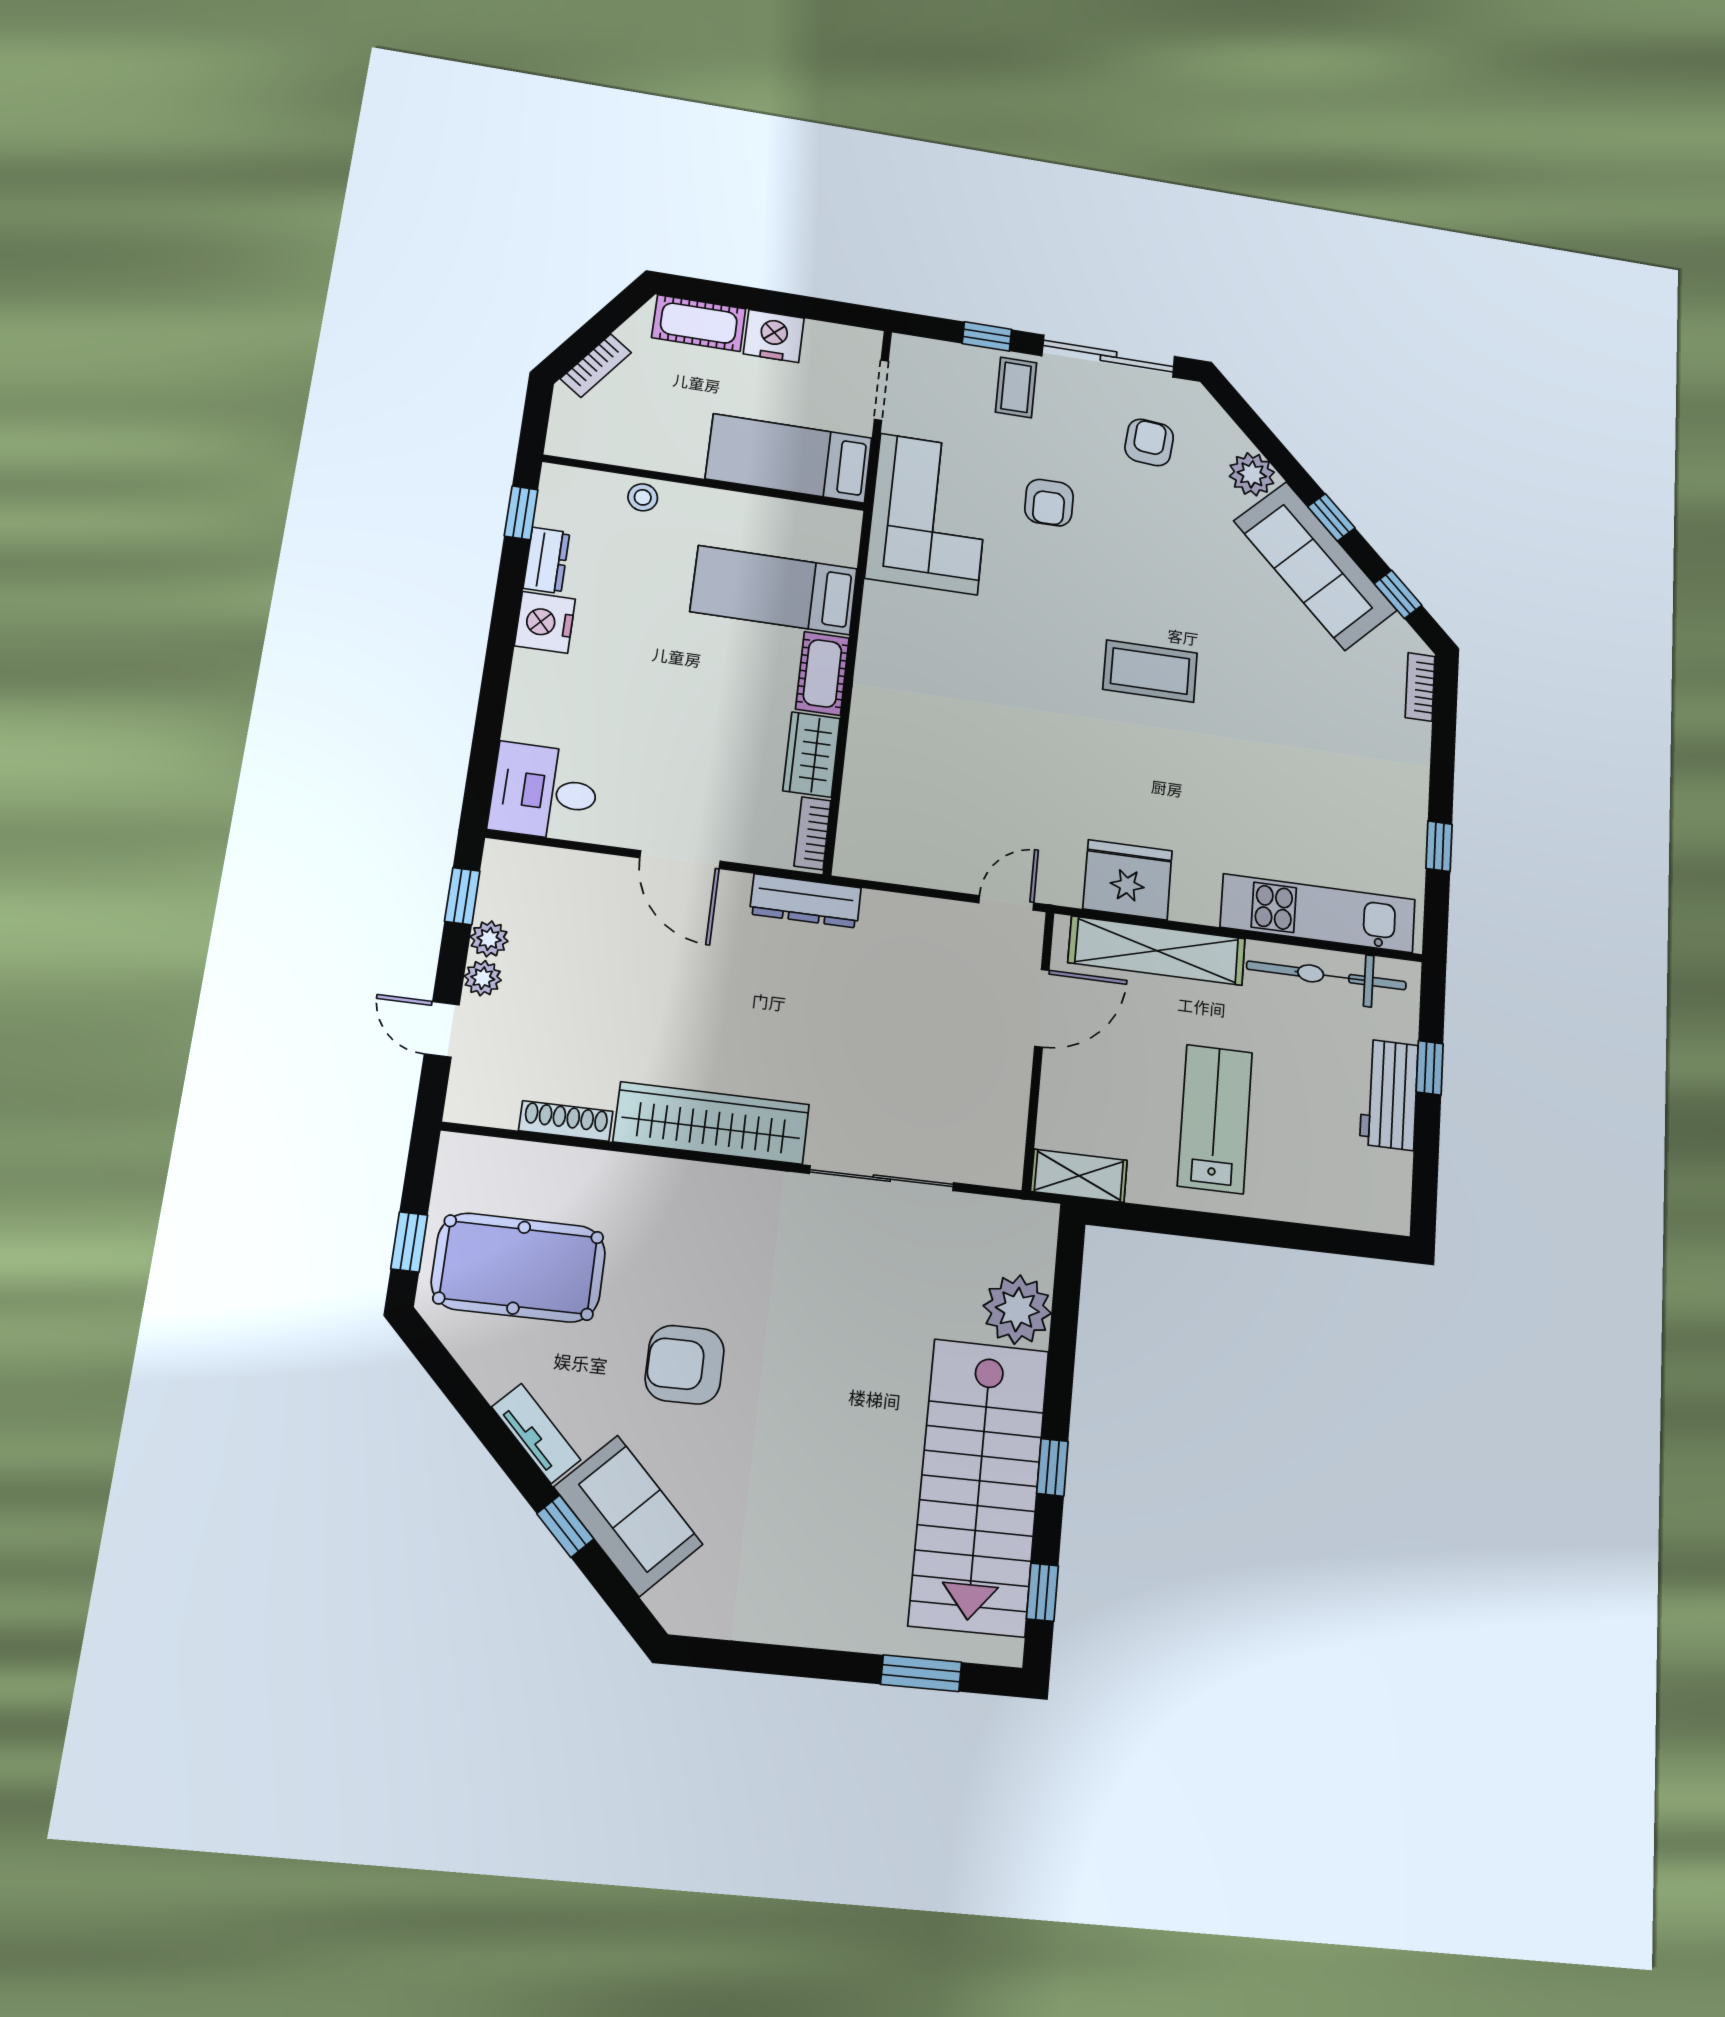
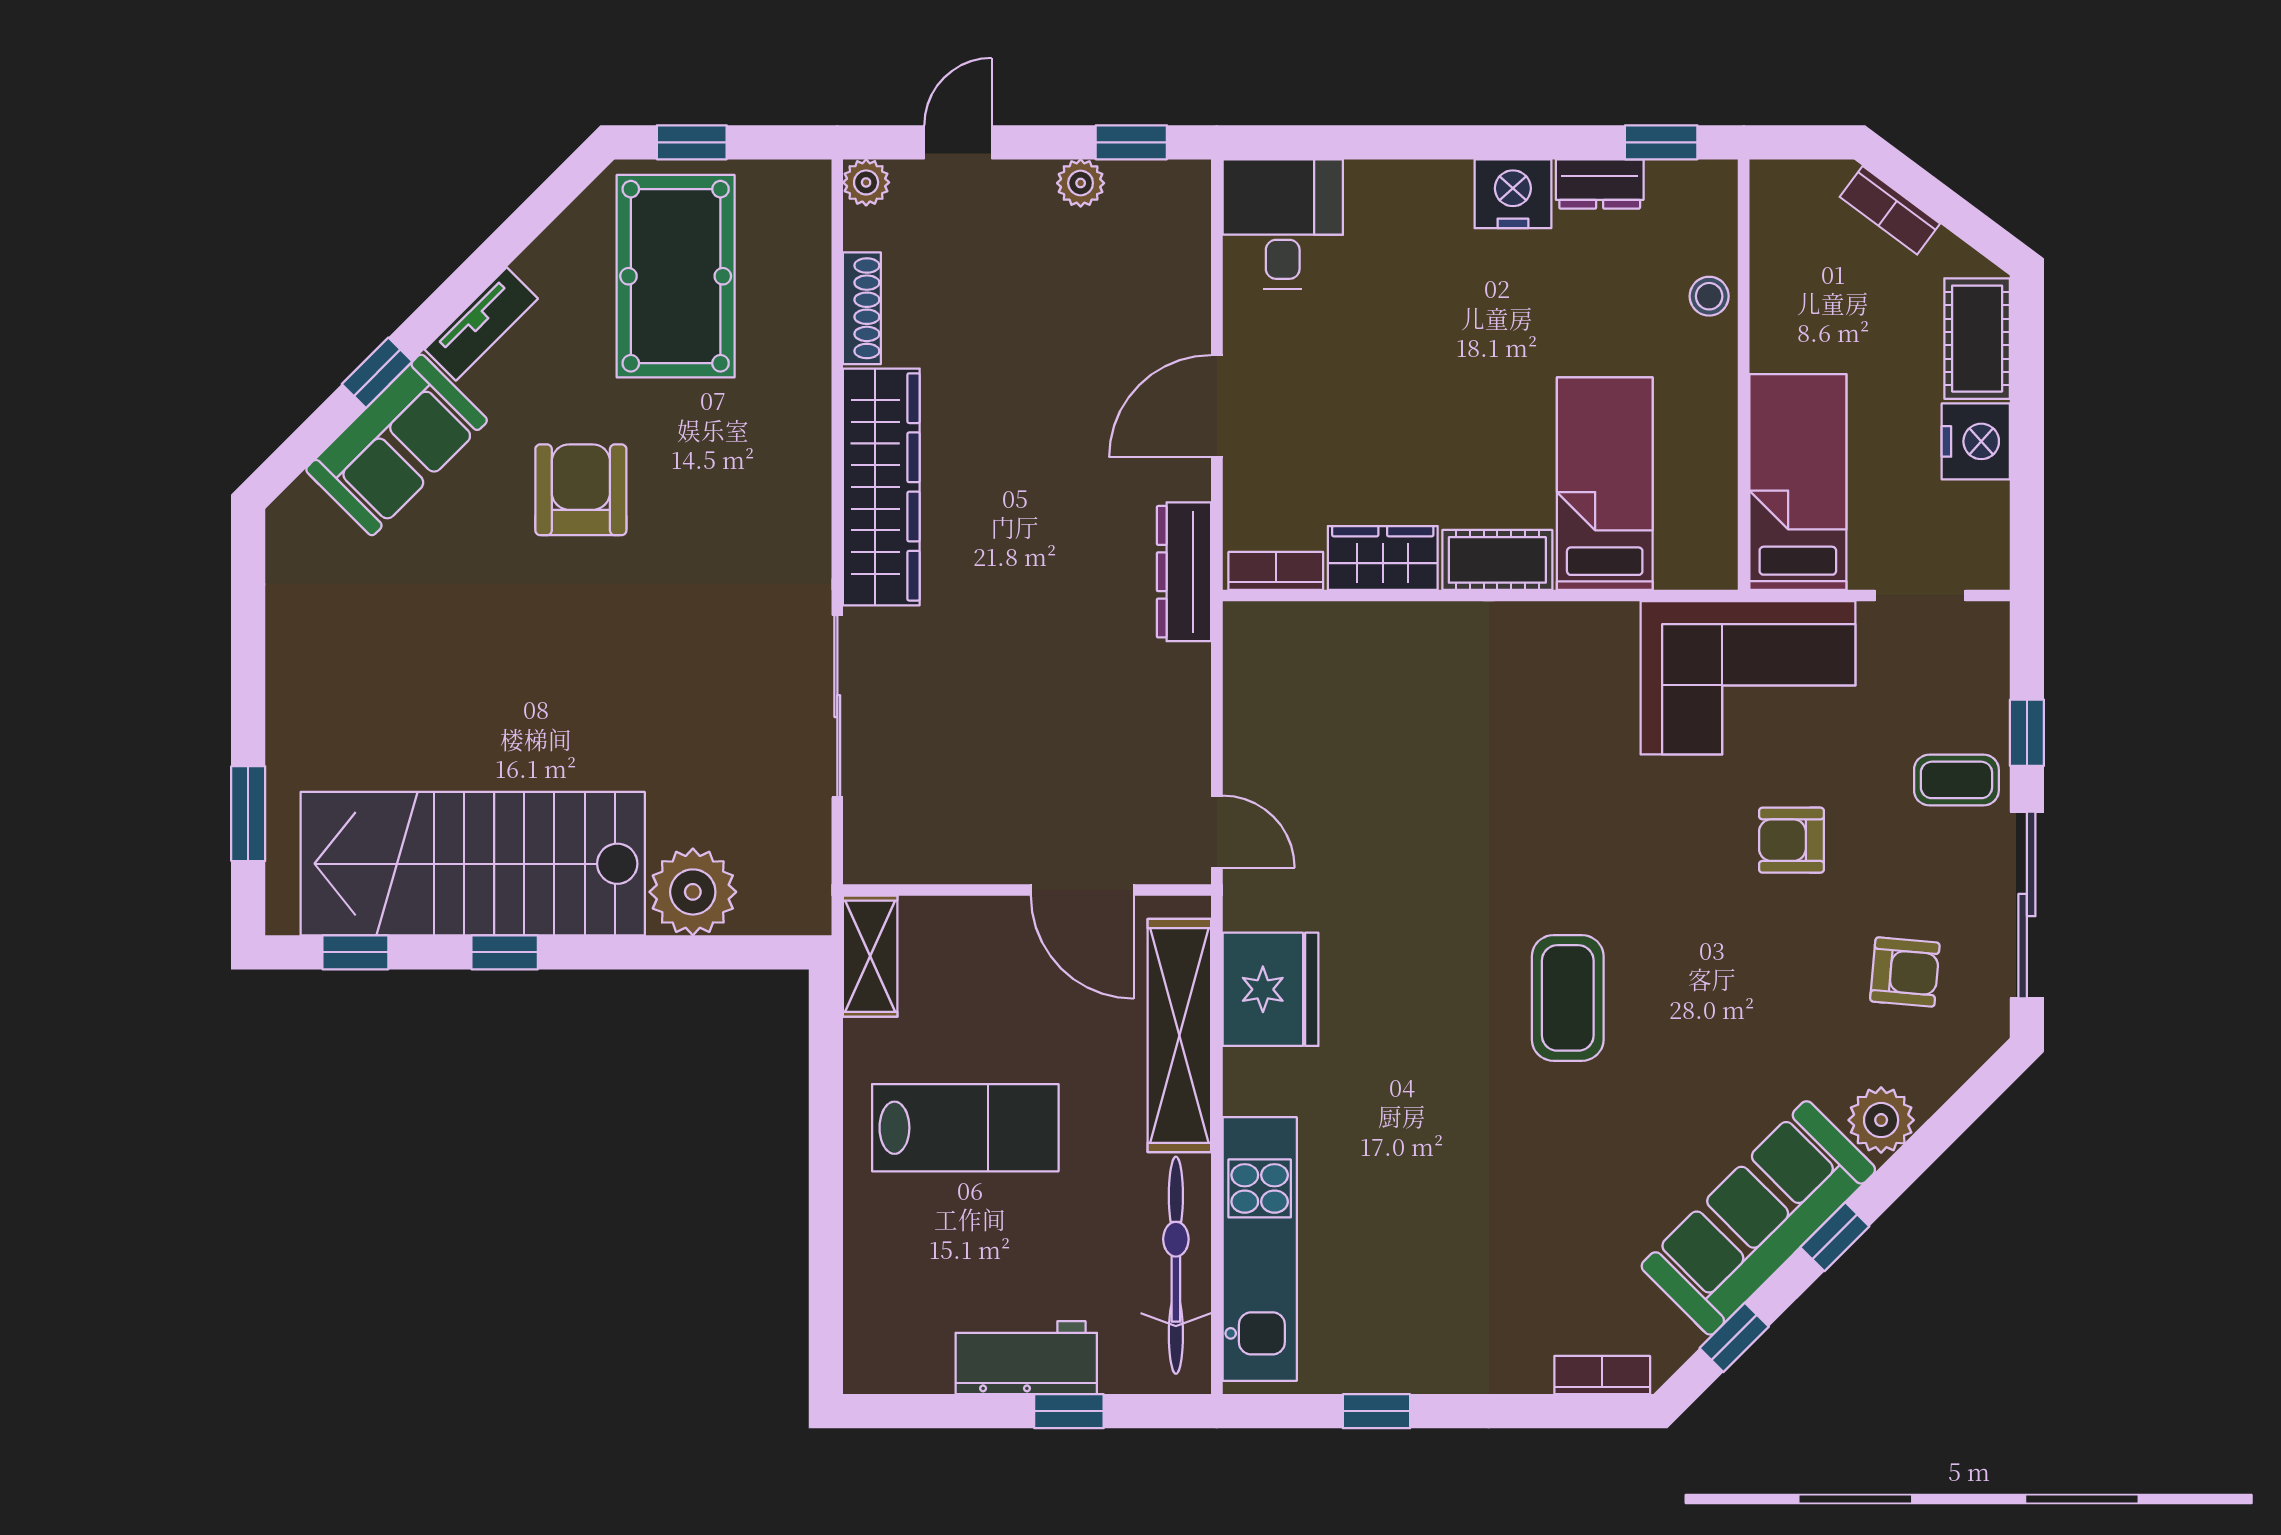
plant: (483, 978) -> (866, 182), moved

